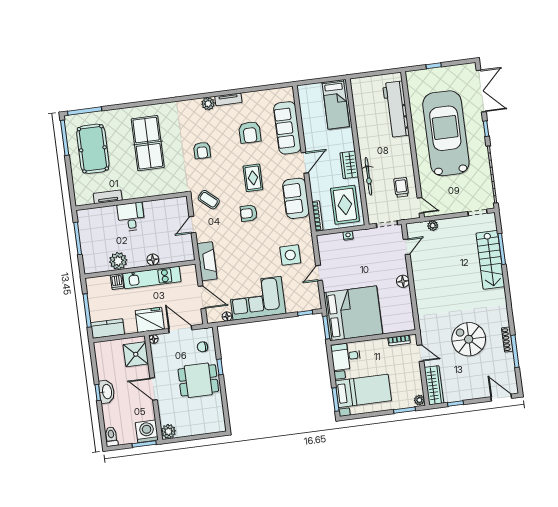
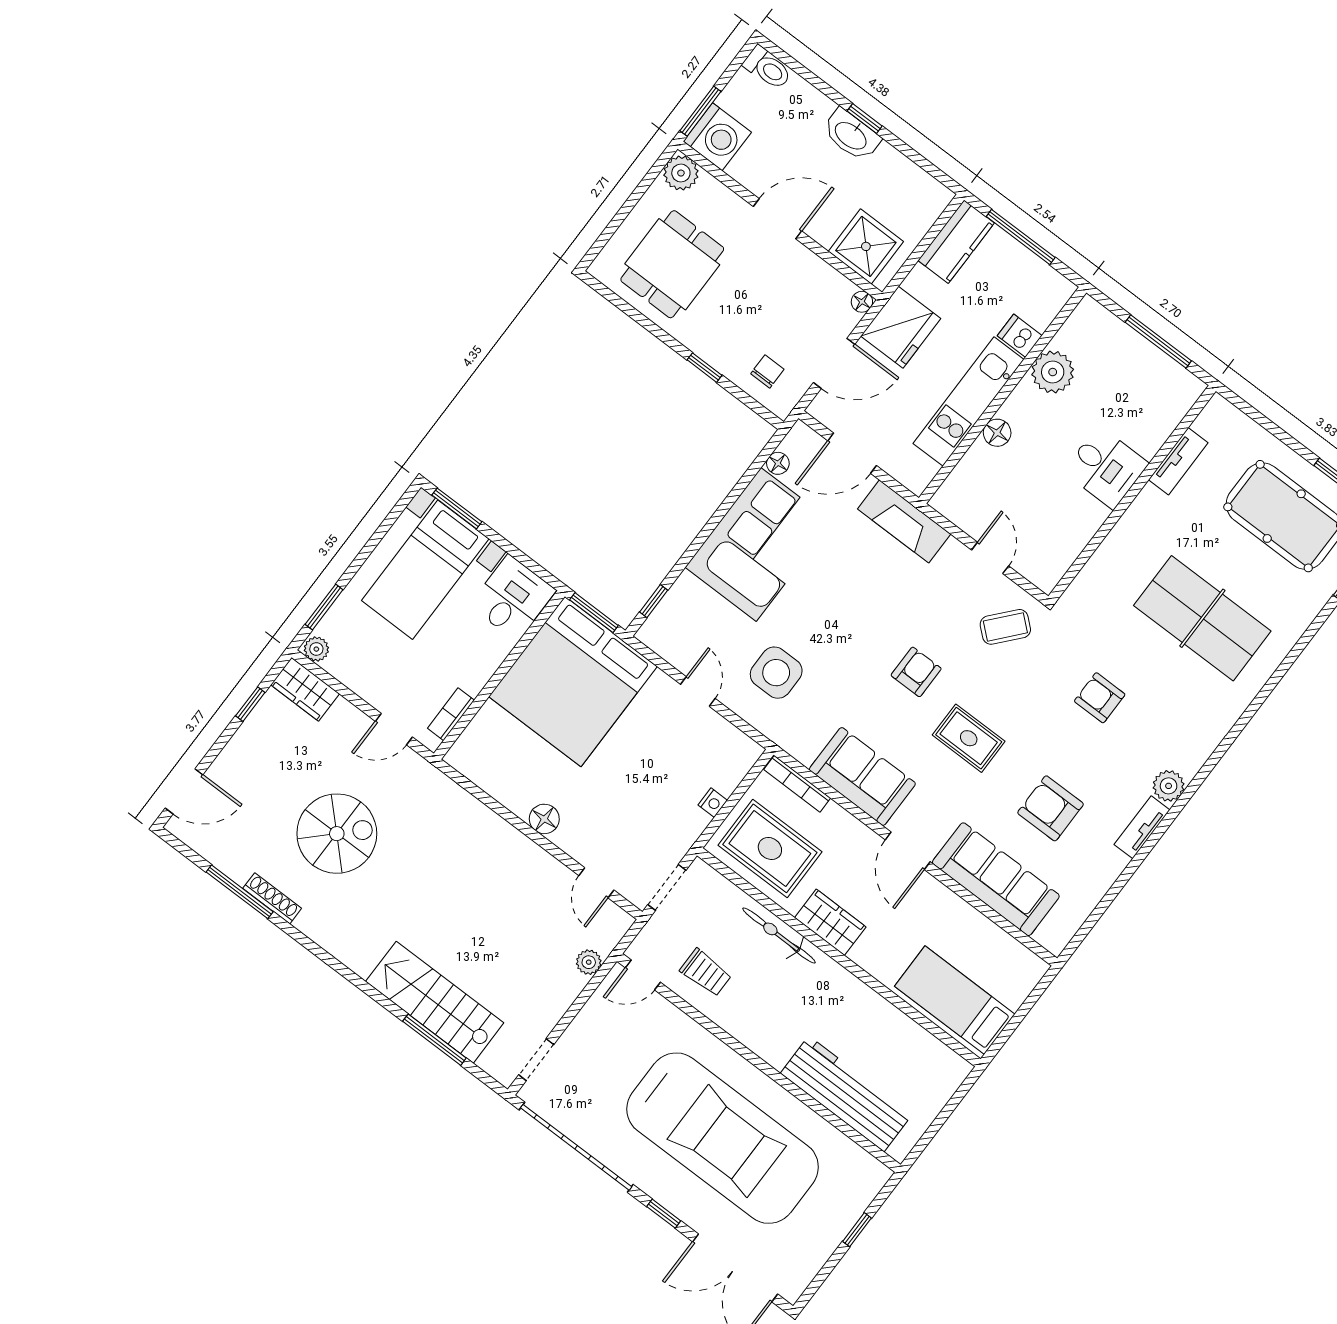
dining table: (198, 380) -> (672, 264), moved
wardrobe: (434, 385) -> (305, 689), width x0.67

